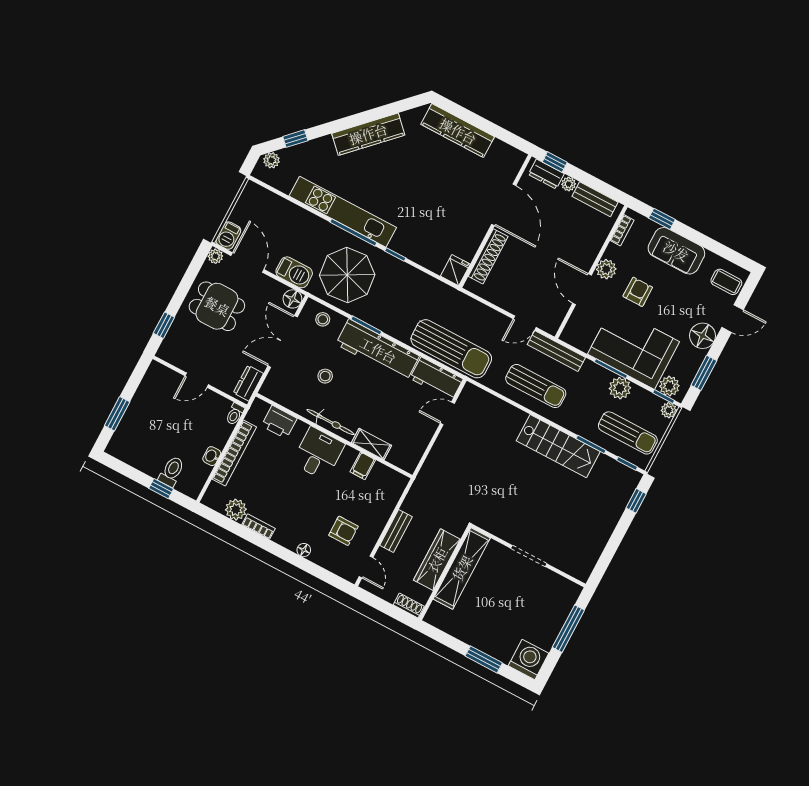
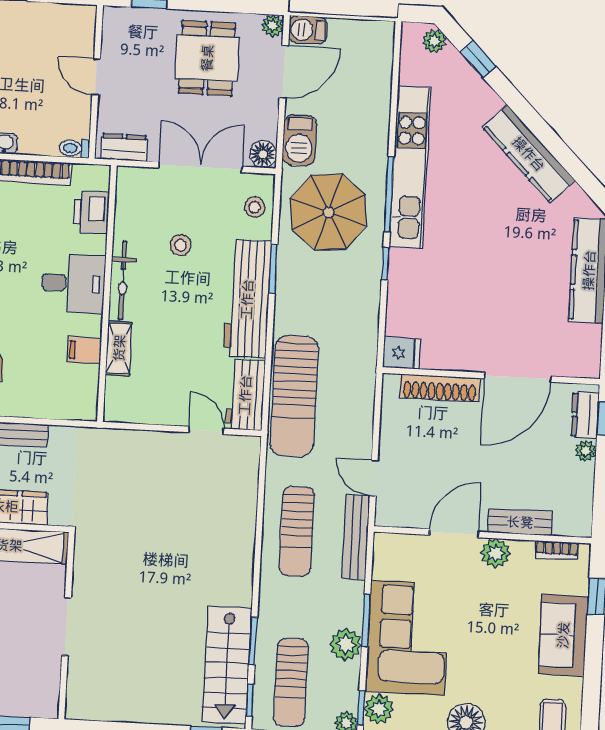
bench: (595, 199) -> (520, 522), moved, turned 90
armchair: (638, 292) -> (485, 609), removed
stairs: (558, 446) -> (227, 665), moved

